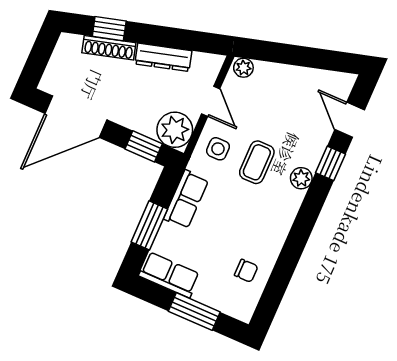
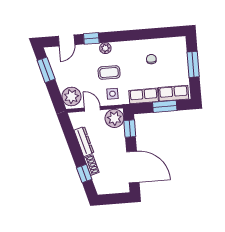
shoe rack: (109, 48) -> (92, 165), width x0.70
window: (319, 59) -> (46, 70), added
plant: (243, 68) -> (71, 96), width x1.88, depth x1.88
door: (211, 101) -> (92, 109), hinge flipped
chair: (246, 271) -> (151, 59), moved
row of seats: (169, 275) -> (174, 93), moved, turned 90

